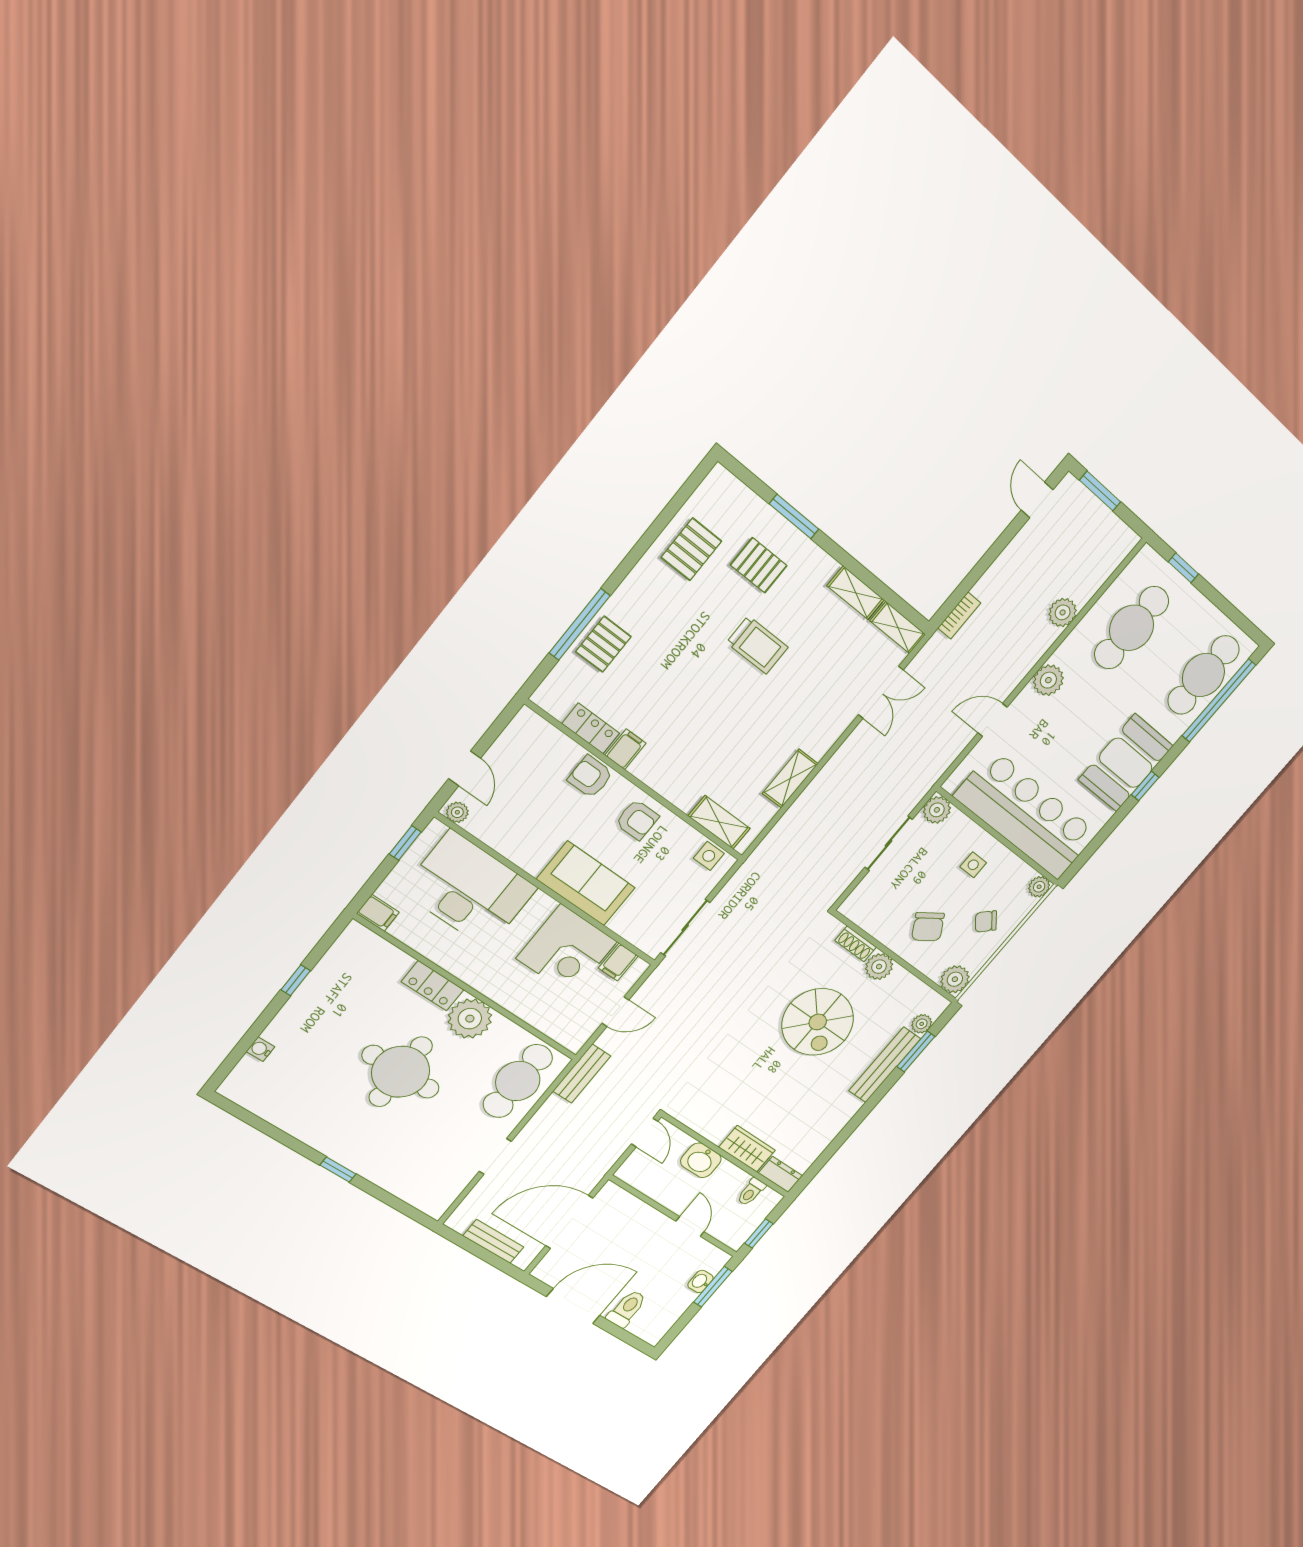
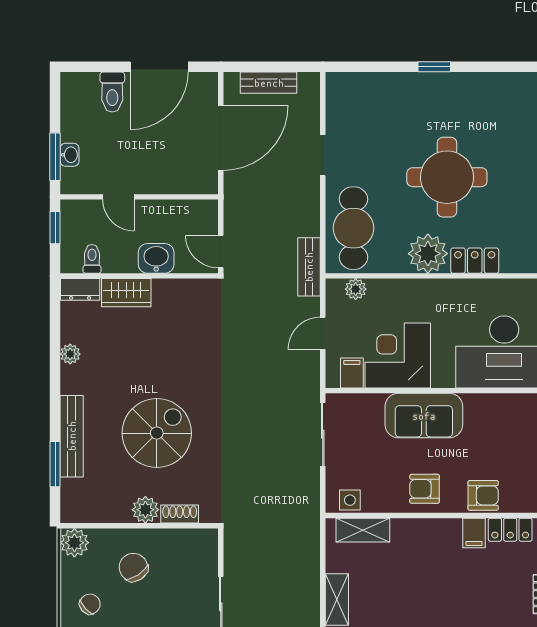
spiral stairs: (818, 1022) -> (157, 433), turned 90
plant: (922, 1024) -> (70, 354), moved
plant: (557, 1030) -> (356, 289), added

